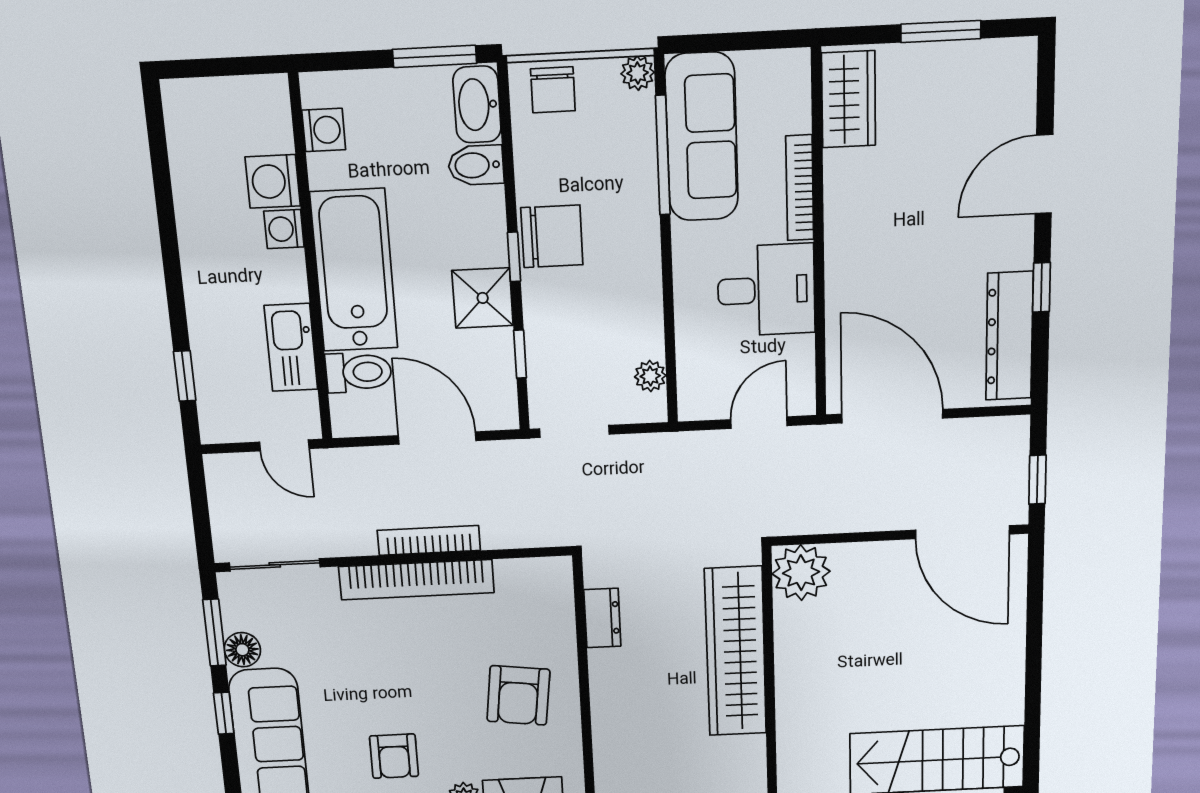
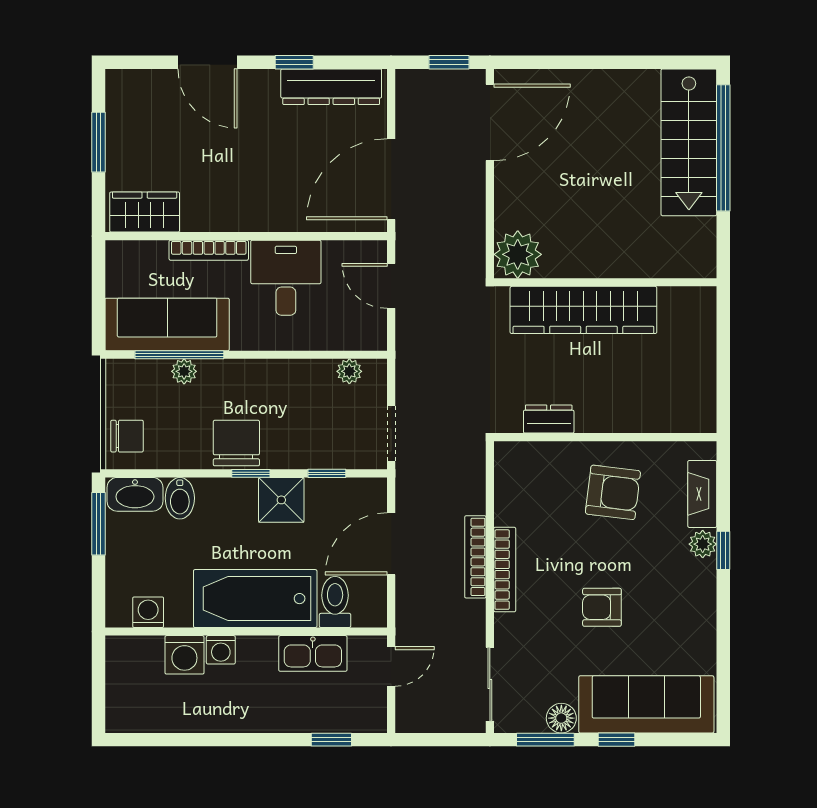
plant: (638, 73) -> (184, 371), moved
bookcase: (416, 580) -> (505, 570), width x0.68, depth x0.76
armchair: (394, 756) -> (602, 607), moved, turned 180

